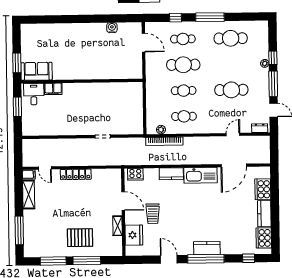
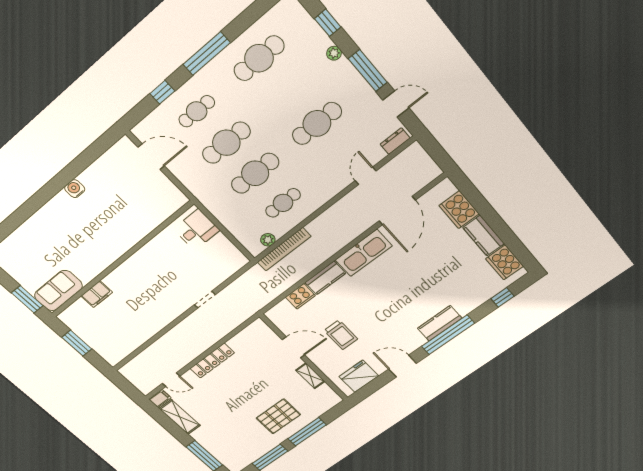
water cooler: (112, 28) -> (75, 189), moved
window: (273, 58) -> (328, 23), moved
cafe table: (184, 91) -> (255, 173), width x1.37, depth x1.35
desk: (34, 94) -> (196, 230), moved, turned 90
cooker: (135, 174) -> (300, 296), moved
fridge: (134, 235) -> (359, 376), moved, turned -90

